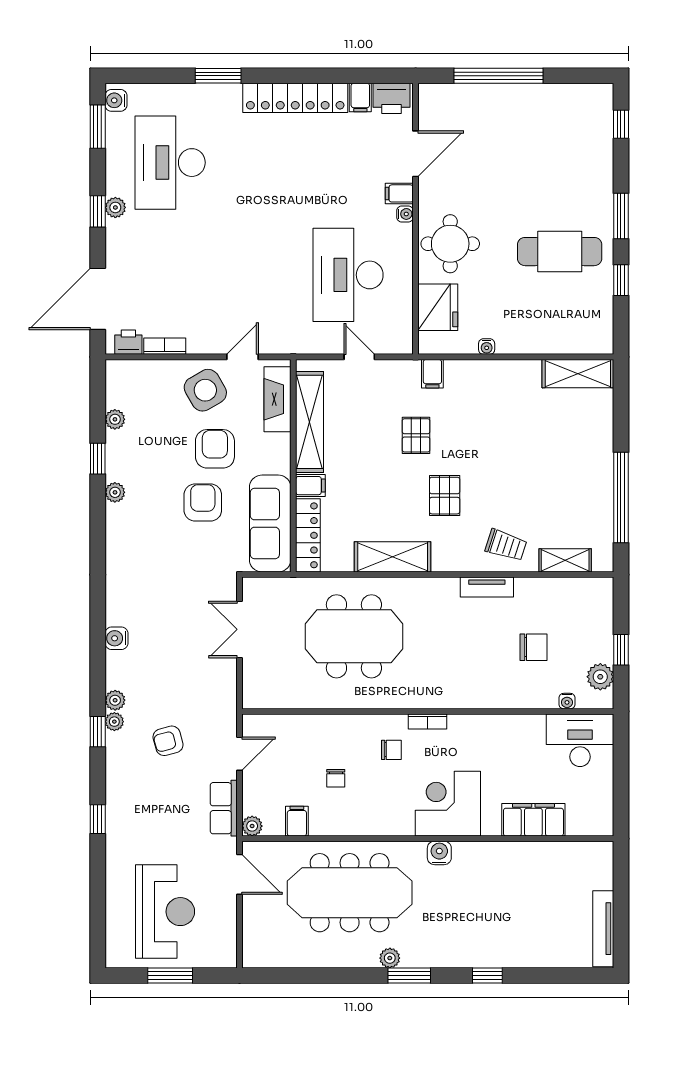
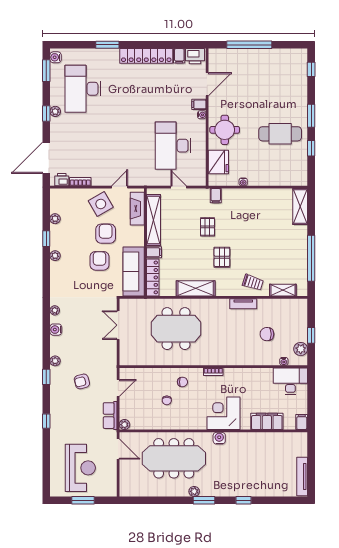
shelving: (578, 374) -> (300, 206), moved, turned 90
chair: (534, 647) -> (267, 334), turned 180
plant: (114, 722) -> (55, 310), moved
chair: (391, 750) -> (182, 382), moved
filing cabinet: (297, 821) -> (302, 422), moved

